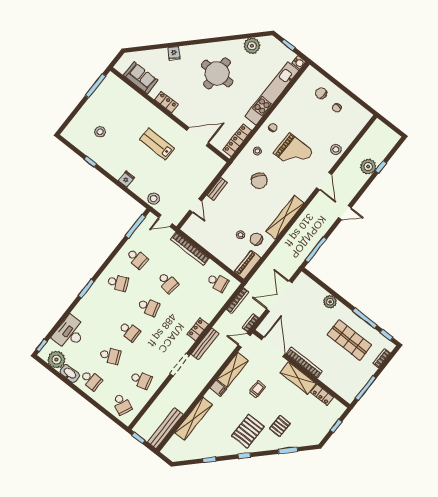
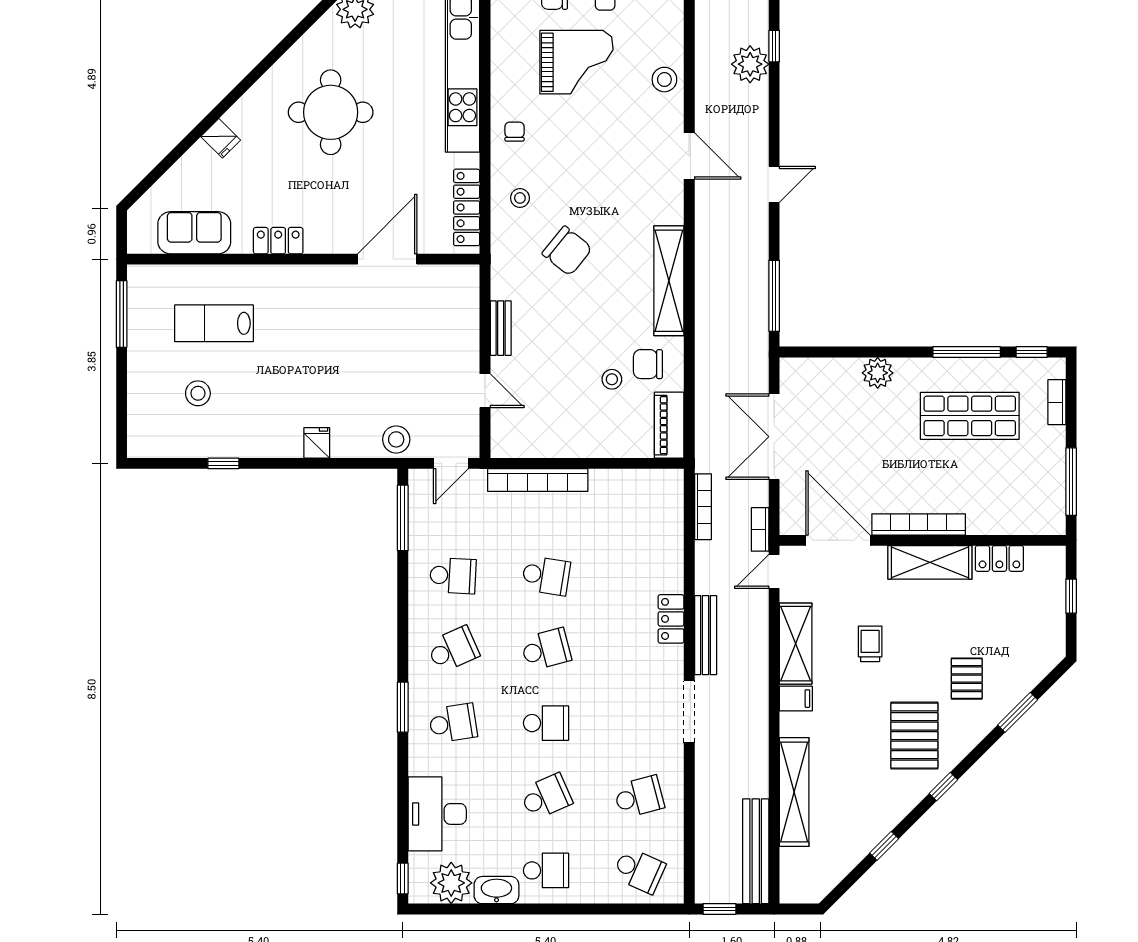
lab bench: (157, 144) -> (214, 323), moved
grand piano: (293, 152) -> (577, 62), moved
school desk: (218, 282) -> (453, 723), moved

